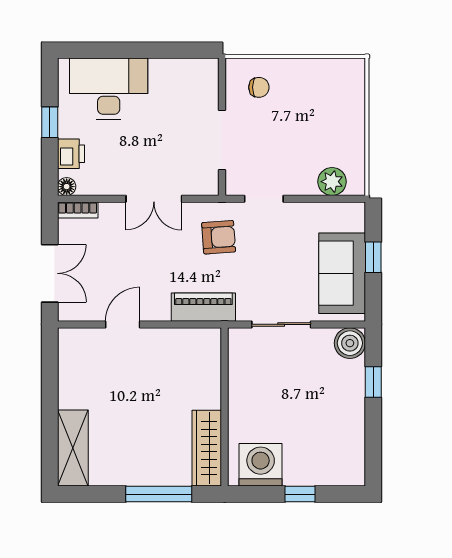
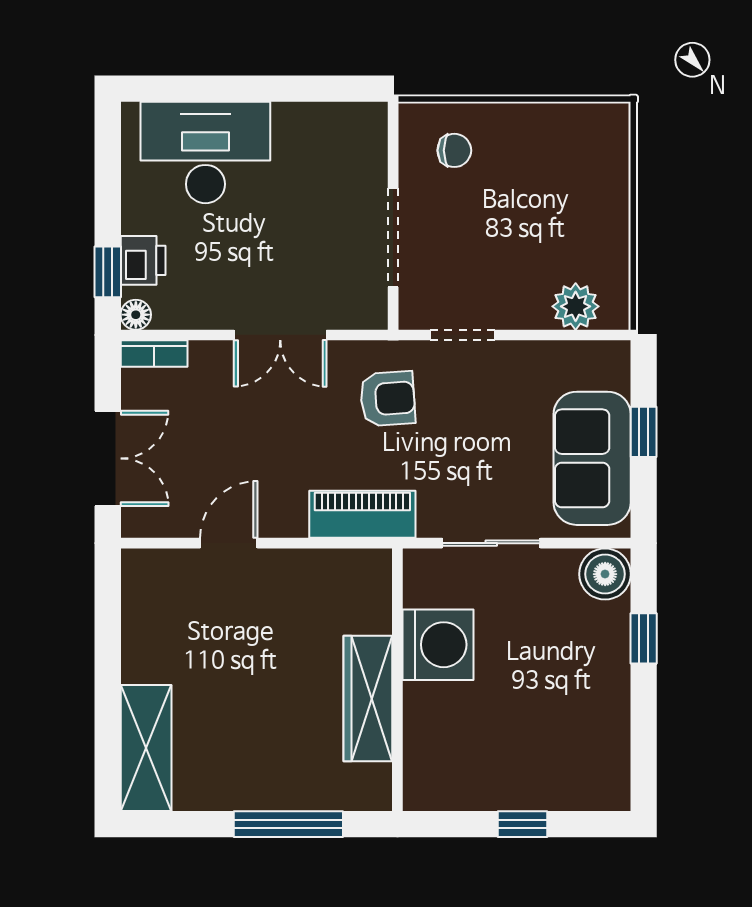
window: (50, 122) -> (108, 272), moved
wardrobe: (207, 448) -> (368, 699), moved
washing machine: (261, 465) -> (438, 645), moved, turned 90

